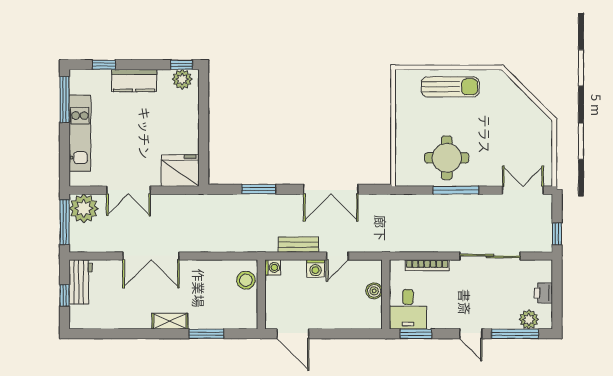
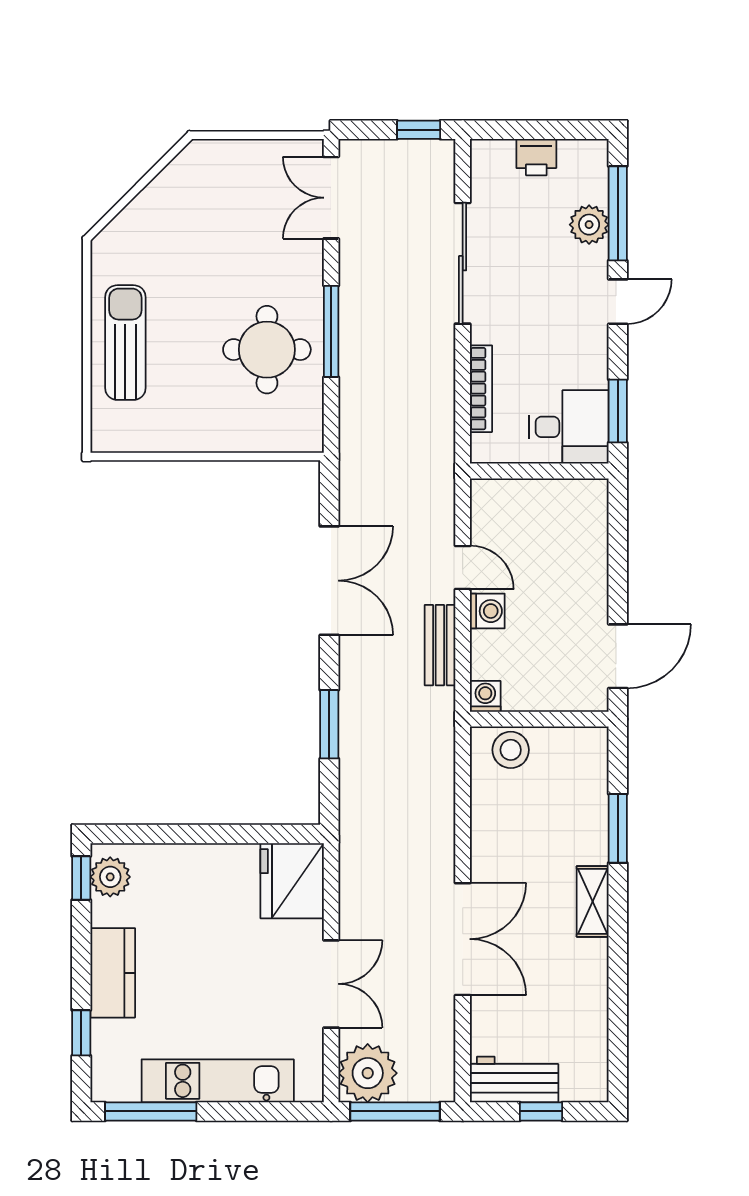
boiler: (374, 291) -> (532, 494), removed
plant: (529, 319) -> (589, 225), moved

